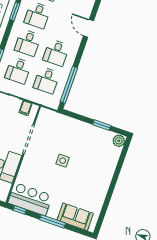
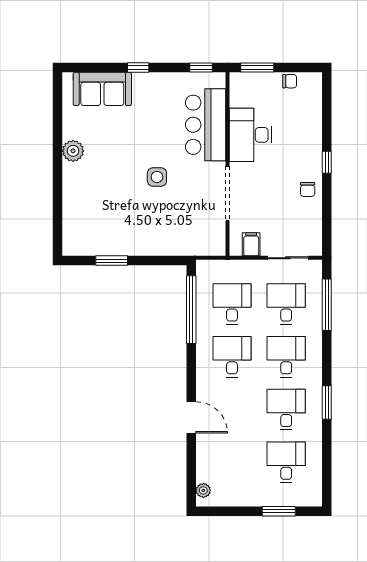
plant: (119, 141) -> (73, 151), moved
bar counter: (30, 199) -> (206, 125), moved, turned 90
window: (53, 221) -> (138, 67), width x0.46

